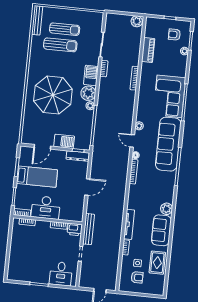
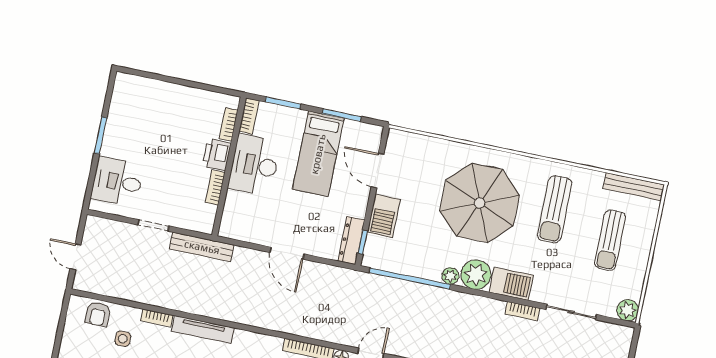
plant: (98, 17) -> (628, 310), added
sun lounger: (60, 45) -> (555, 209), moved
printer: (75, 230) -> (217, 155), moved
armchair: (137, 277) -> (98, 314), moved

